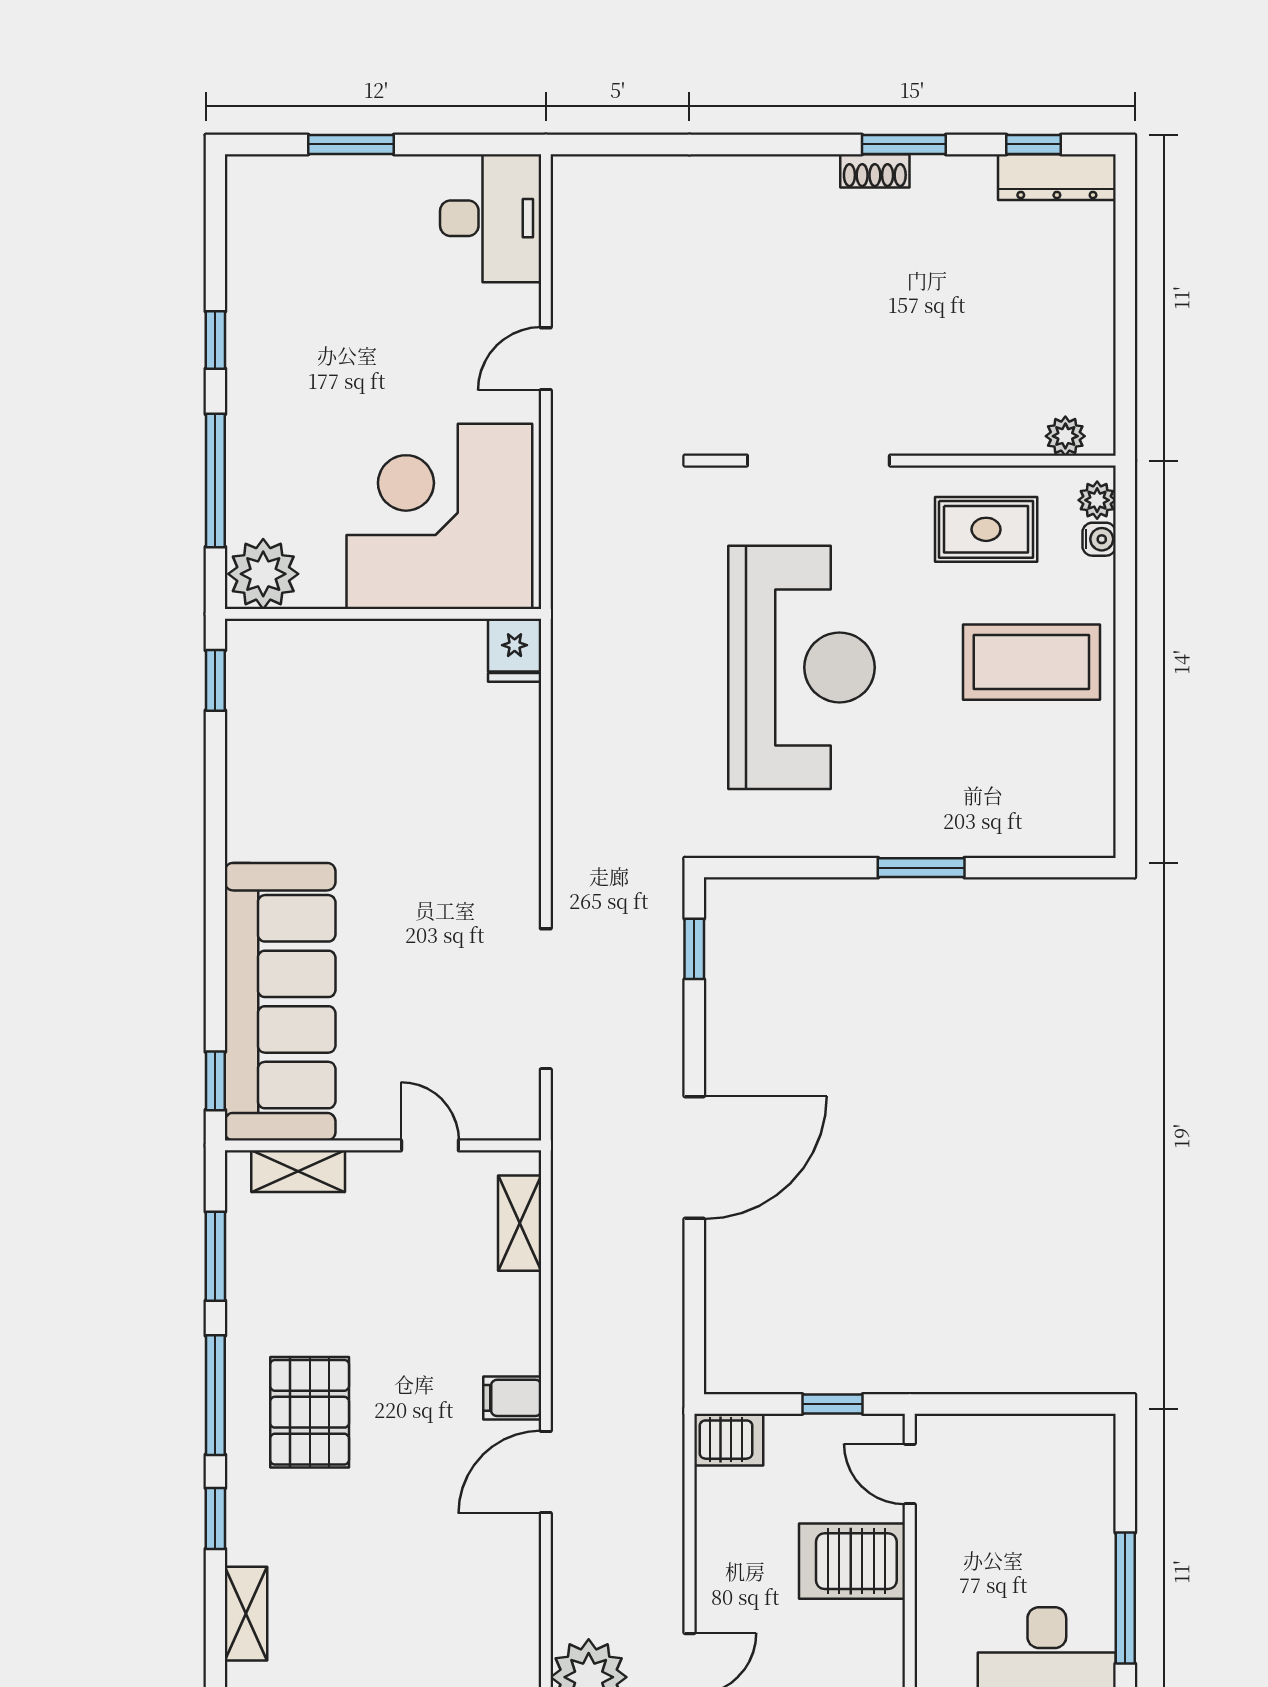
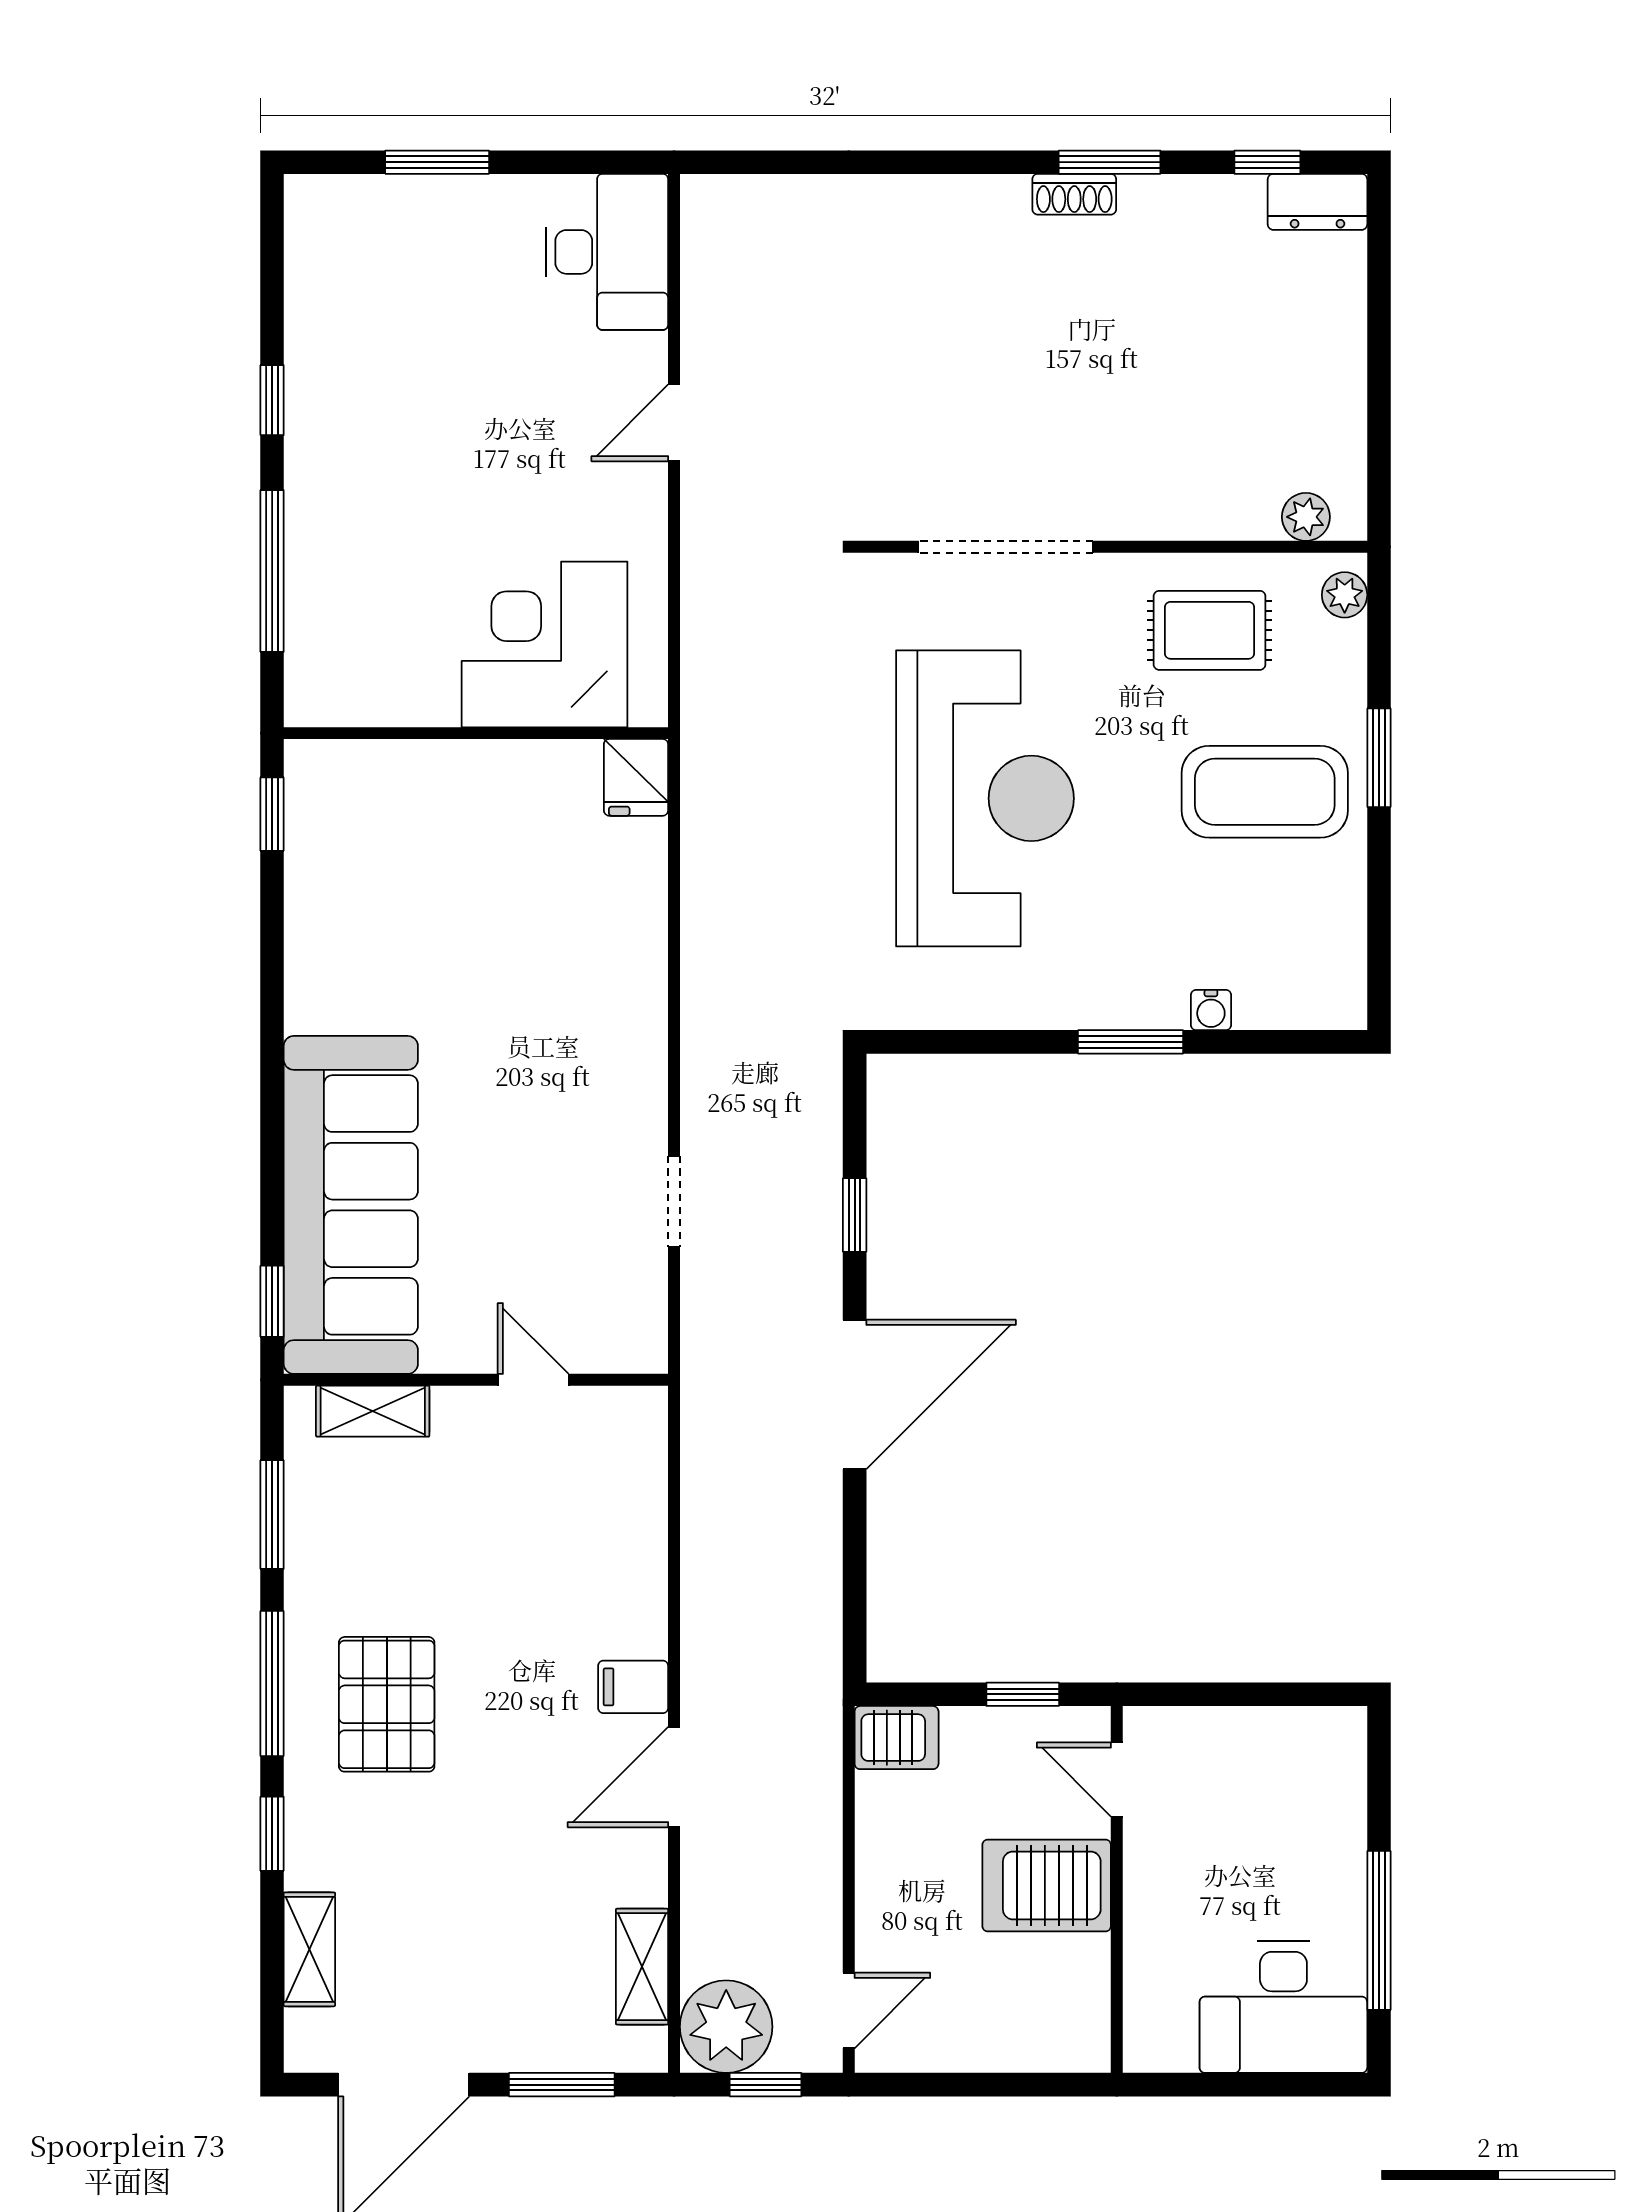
dresser: (1057, 177) -> (1317, 202), width x0.70
corner desk: (439, 516) -> (544, 644), width x0.74, depth x0.74
water cooler: (1099, 539) -> (1211, 1010), moved, turned 90
plant: (263, 574) -> (330, 685), removed
window: (1125, 634) -> (1379, 758), added
window: (694, 949) -> (855, 1215), moved
doorway: (546, 999) -> (674, 1202), width x0.53
shelving: (520, 1223) -> (642, 1967), moved

